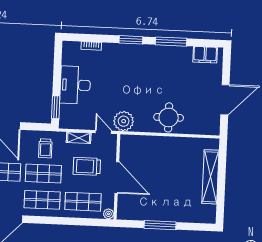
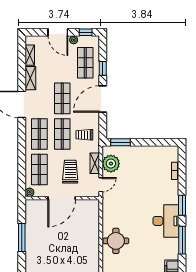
desk: (75, 85) -> (166, 221), moved, turned 90
plant: (124, 121) -> (111, 164), moved

